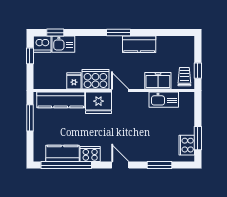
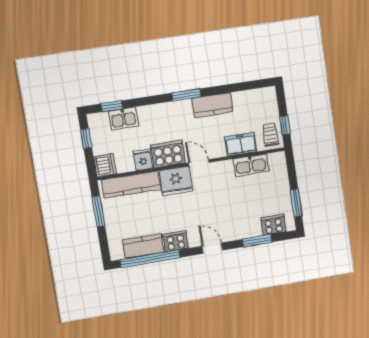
dishwasher: (42, 44) -> (105, 165), moved, turned -90
cooker: (187, 145) -> (274, 225), moved, turned 90

